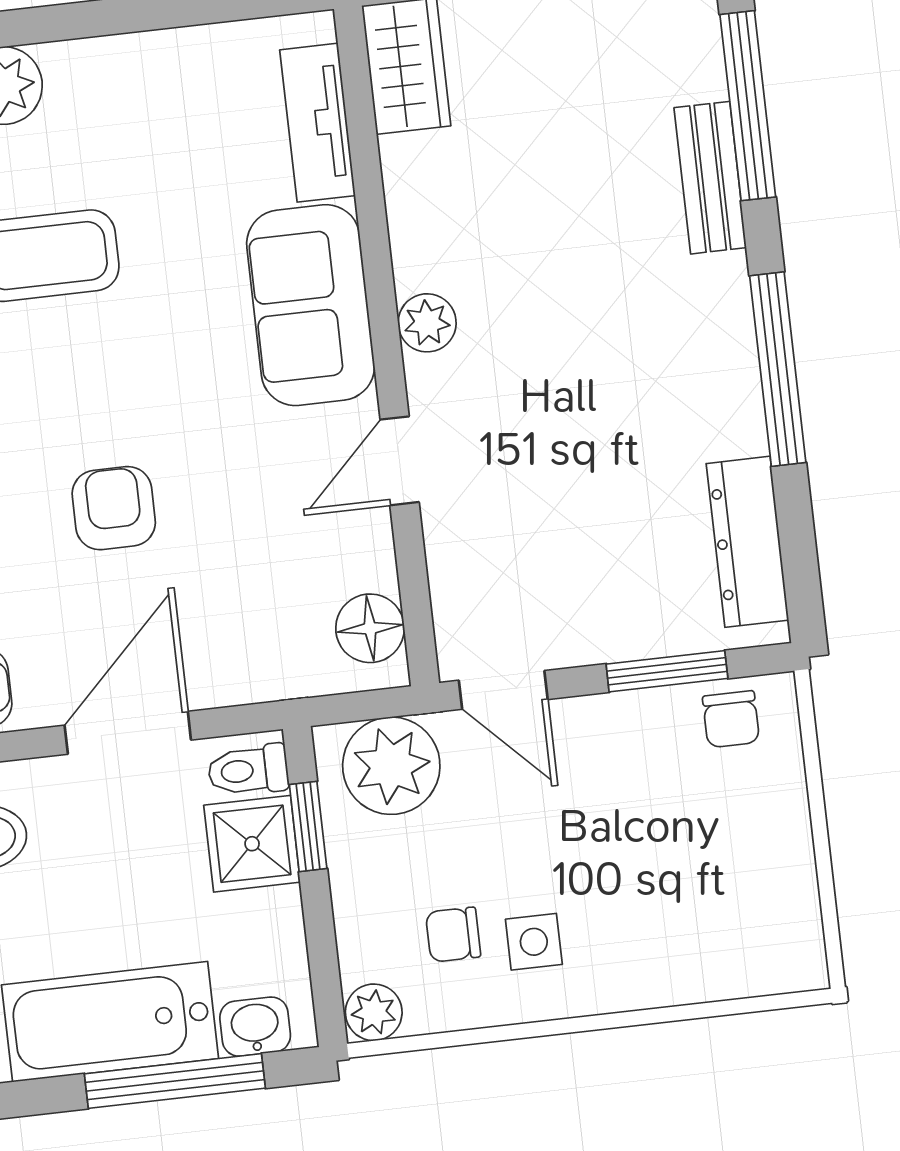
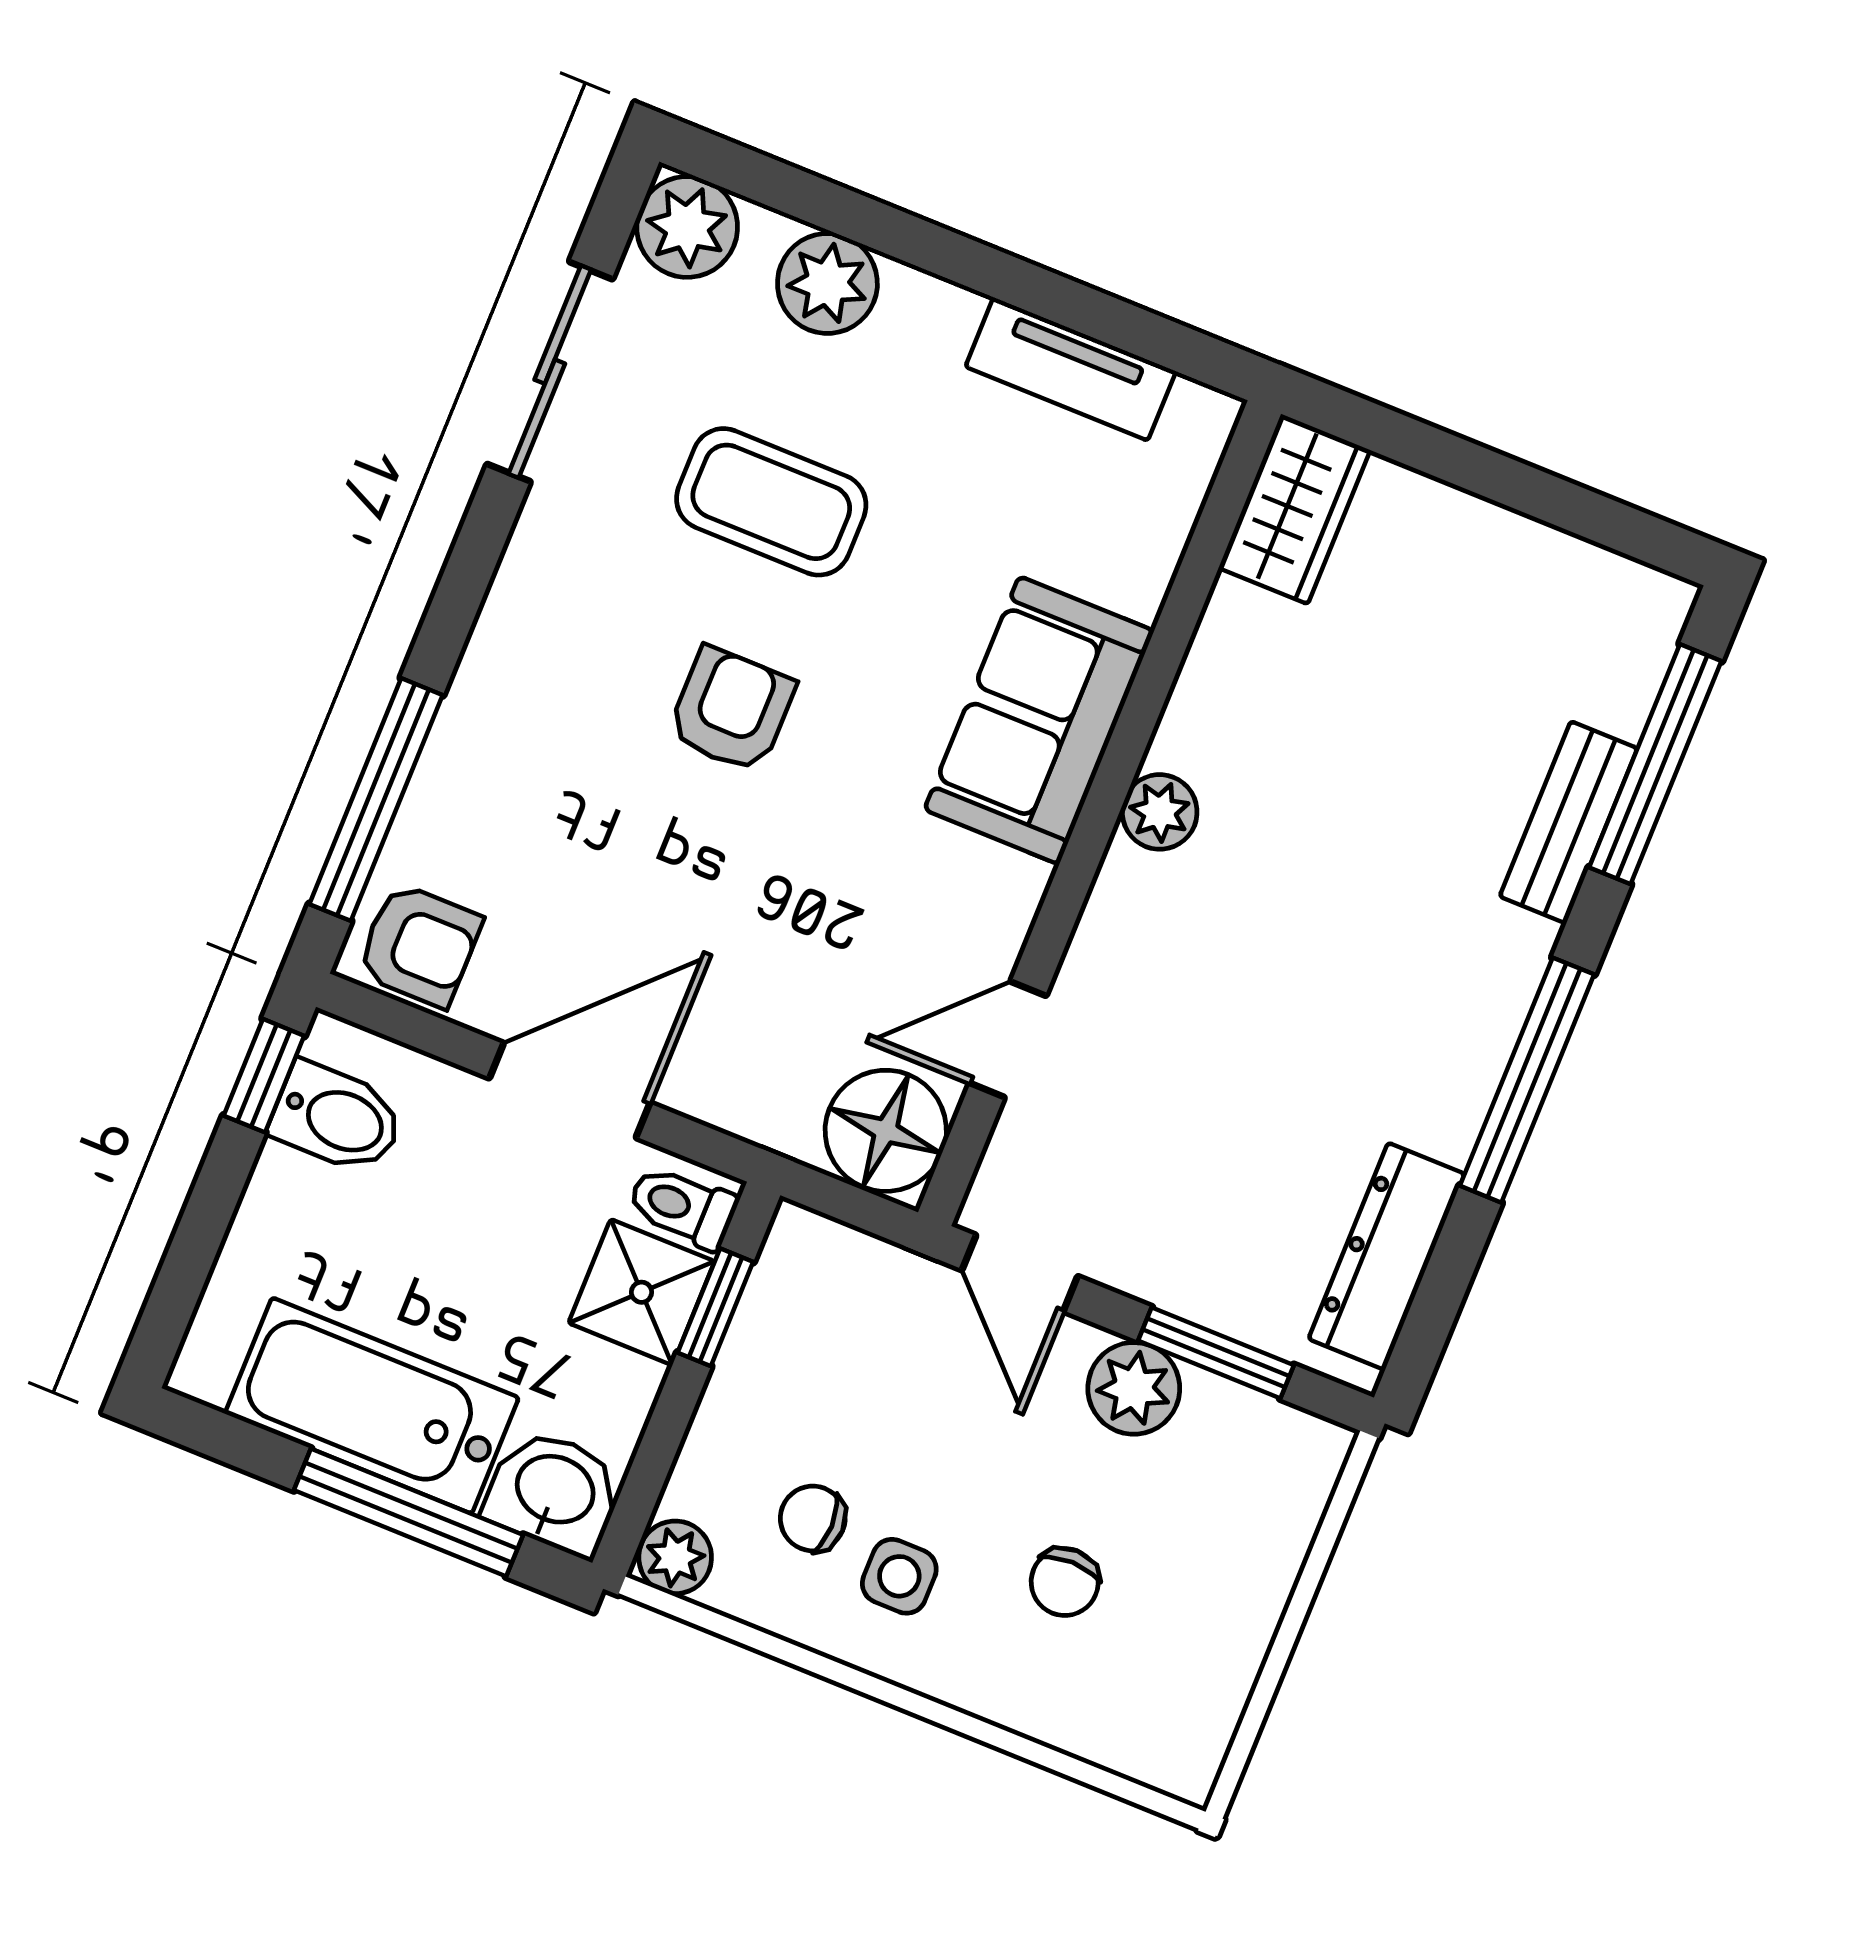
tv unit: (318, 123) -> (1071, 369), moved, turned -90
door: (400, 461) -> (1008, 1039), moved
armchair: (114, 508) -> (731, 710), moved
floor lamp: (370, 628) -> (886, 1131), width x1.38, depth x1.38
chair: (731, 719) -> (1065, 1582), moved
plant: (391, 766) -> (1134, 1388), moved, width x0.73, depth x0.73
washbasin: (255, 1027) -> (554, 1492), width x1.38, depth x1.45

